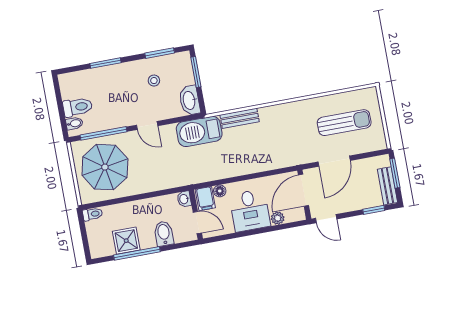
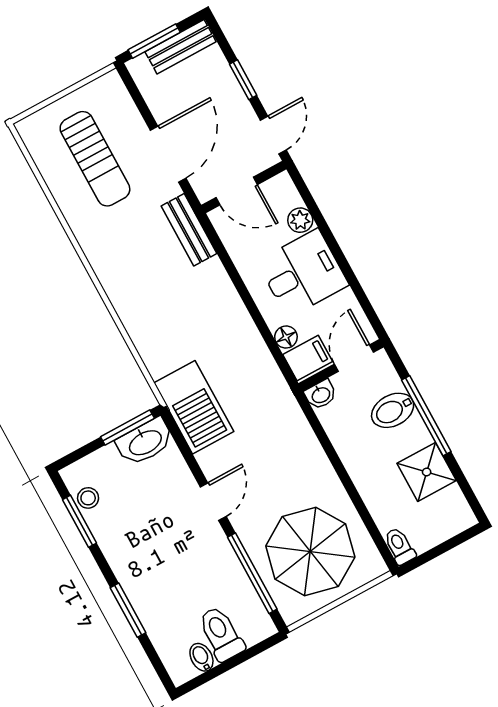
window: (196, 72) -> (127, 427), moved
stool: (154, 81) -> (88, 498), moved
bench: (240, 118) -> (189, 230), moved
bidet: (74, 123) -> (201, 657), moved
sun lounger: (344, 123) -> (95, 159), turned 180
door: (334, 161) -> (168, 154), hinge flipped
door: (303, 190) -> (237, 191), width x0.73
window: (374, 210) -> (243, 80), moved
window: (137, 253) -> (426, 416), moved

